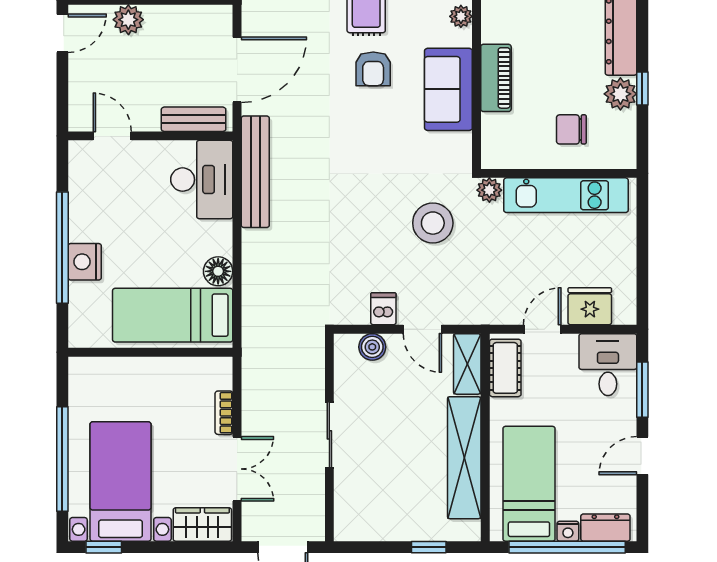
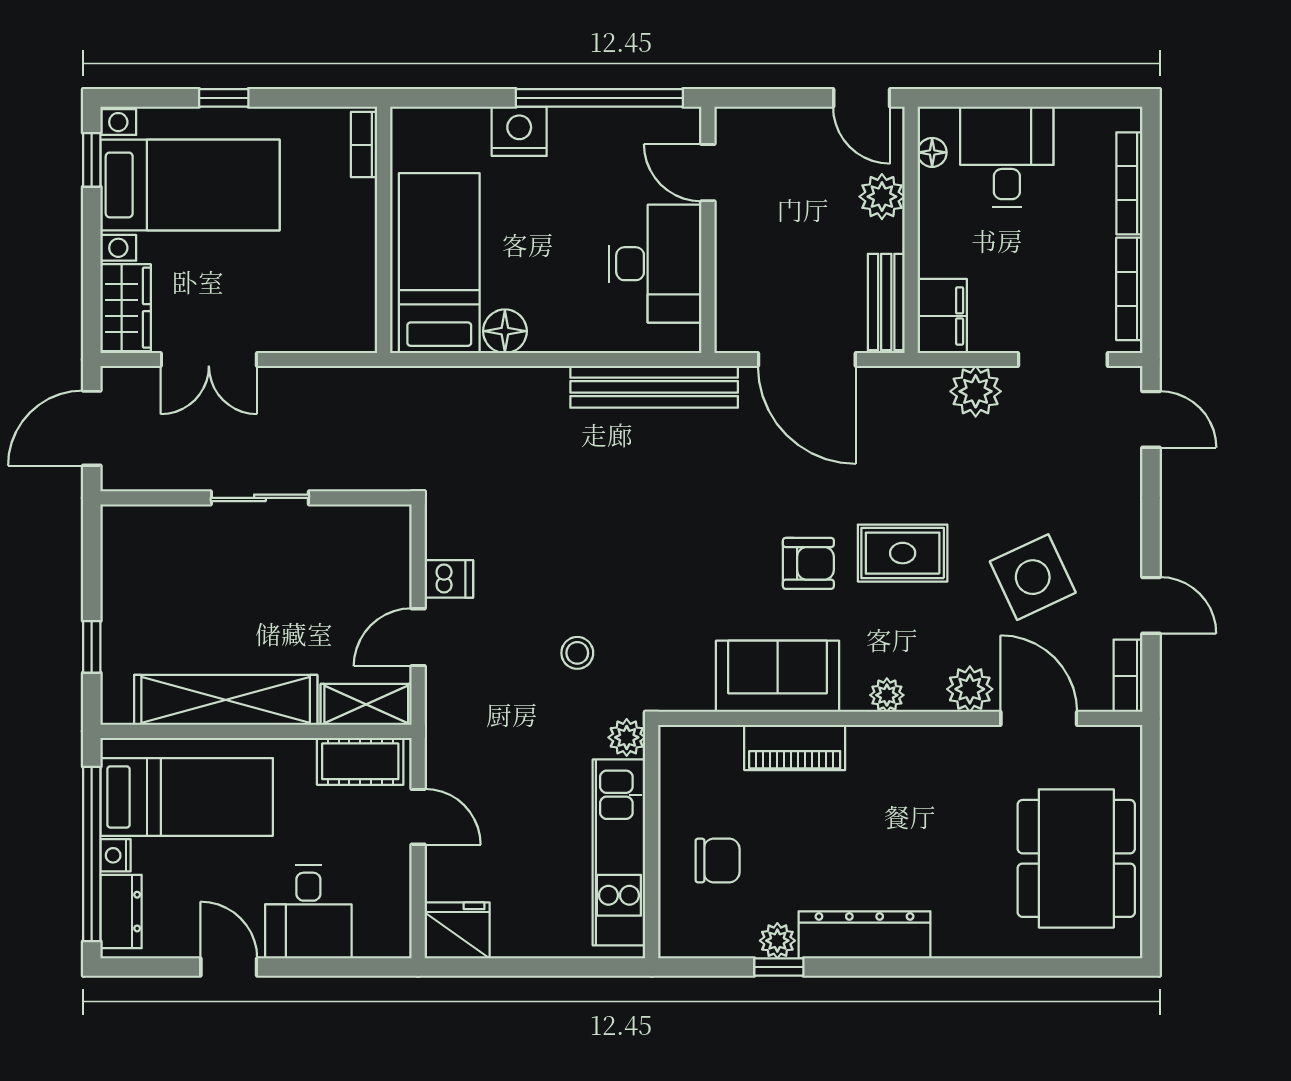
armchair: (373, 69) -> (808, 563), turned 180
plant: (620, 94) -> (777, 941), width x0.73, depth x0.73
bench: (194, 119) -> (886, 302), moved
chair: (571, 129) -> (718, 861), turned 90
door: (112, 136) -> (708, 173), swing flipped
desk: (202, 180) -> (655, 264), moved, turned -90
stool: (433, 223) -> (577, 653), width x0.53, depth x0.53
window: (62, 248) -> (599, 98), moved
fridge: (590, 306) -> (457, 930), moved, turned -90
boiler: (372, 347) -> (392, 562), removed
desk: (608, 365) -> (308, 912), moved, turned 90
window: (642, 390) -> (328, 967), removed
bookcase: (224, 413) -> (364, 145), moved, turned -90
window: (62, 459) -> (224, 98), width x0.32

